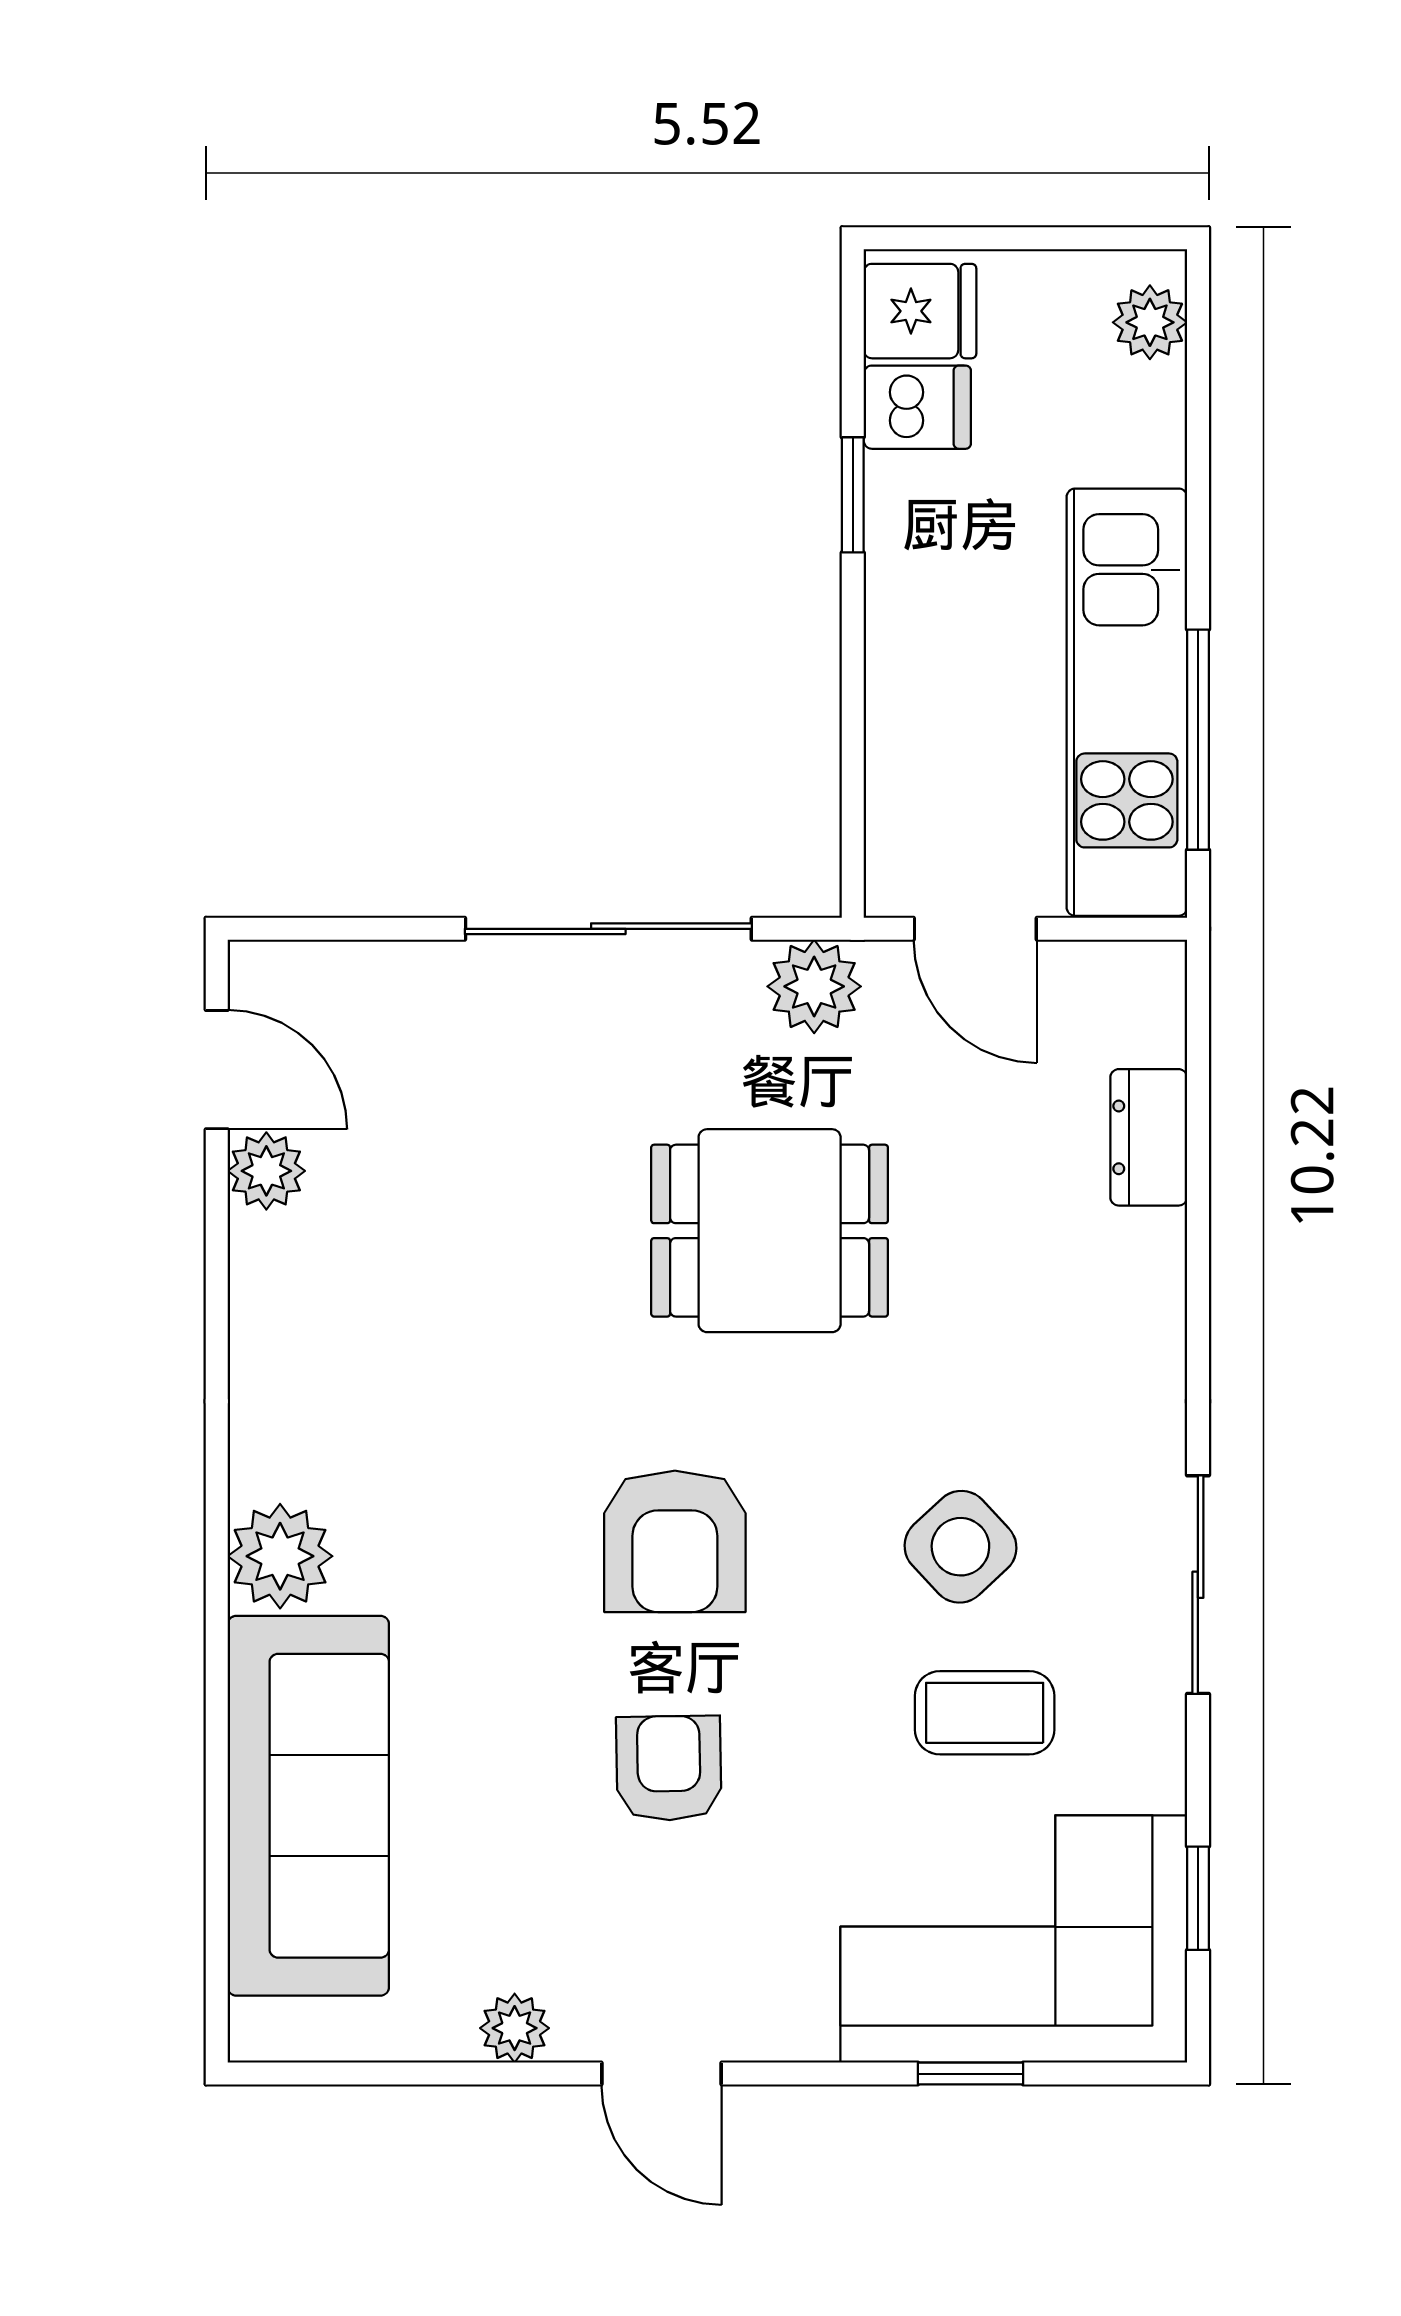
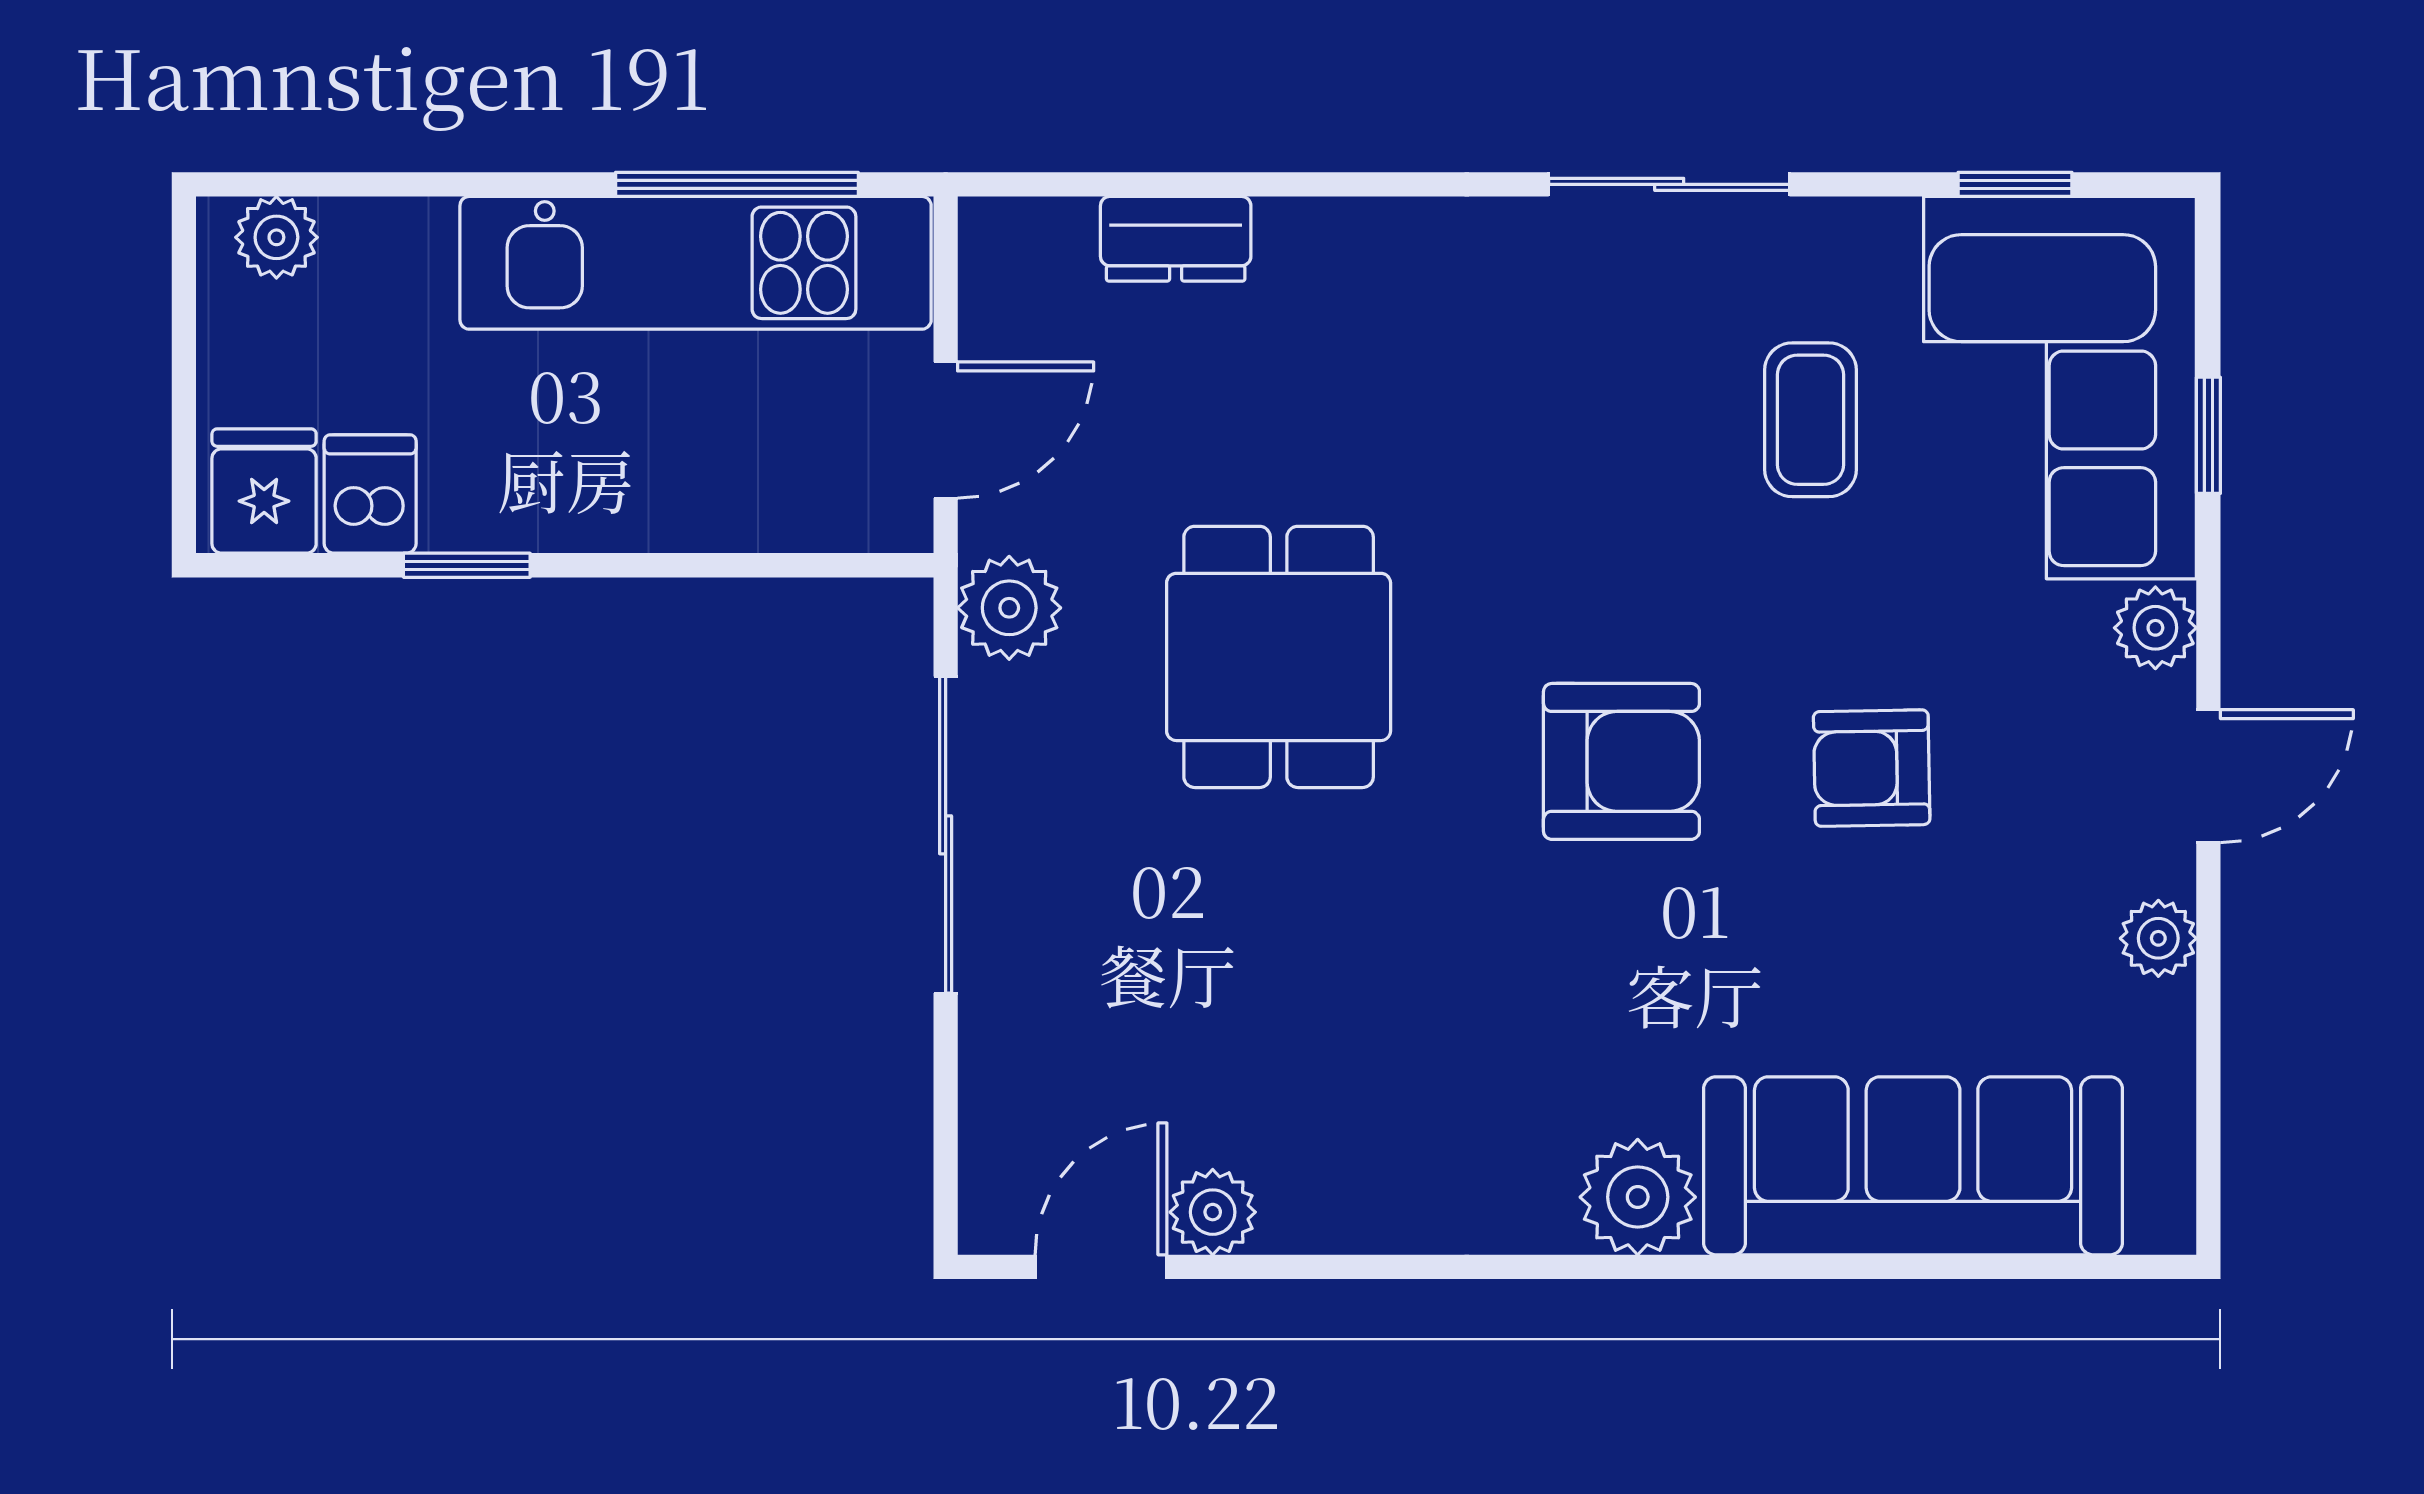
side table: (960, 1547) -> (1627, 446), removed
plant: (796, 2025) -> (2155, 628), added

